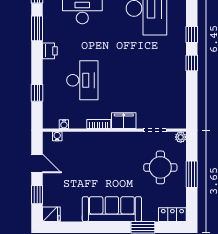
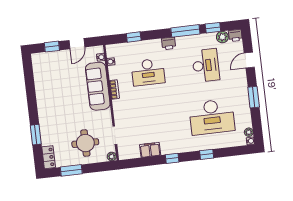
window: (37, 28) -> (185, 31), width x1.44
window: (192, 35) -> (207, 154), moved
filing cabinet: (124, 121) -> (150, 150), moved, turned -90
window: (192, 174) -> (71, 170), moved
sofa: (112, 209) -> (98, 86), moved, turned 180
fridge: (51, 214) -> (38, 60), removed

